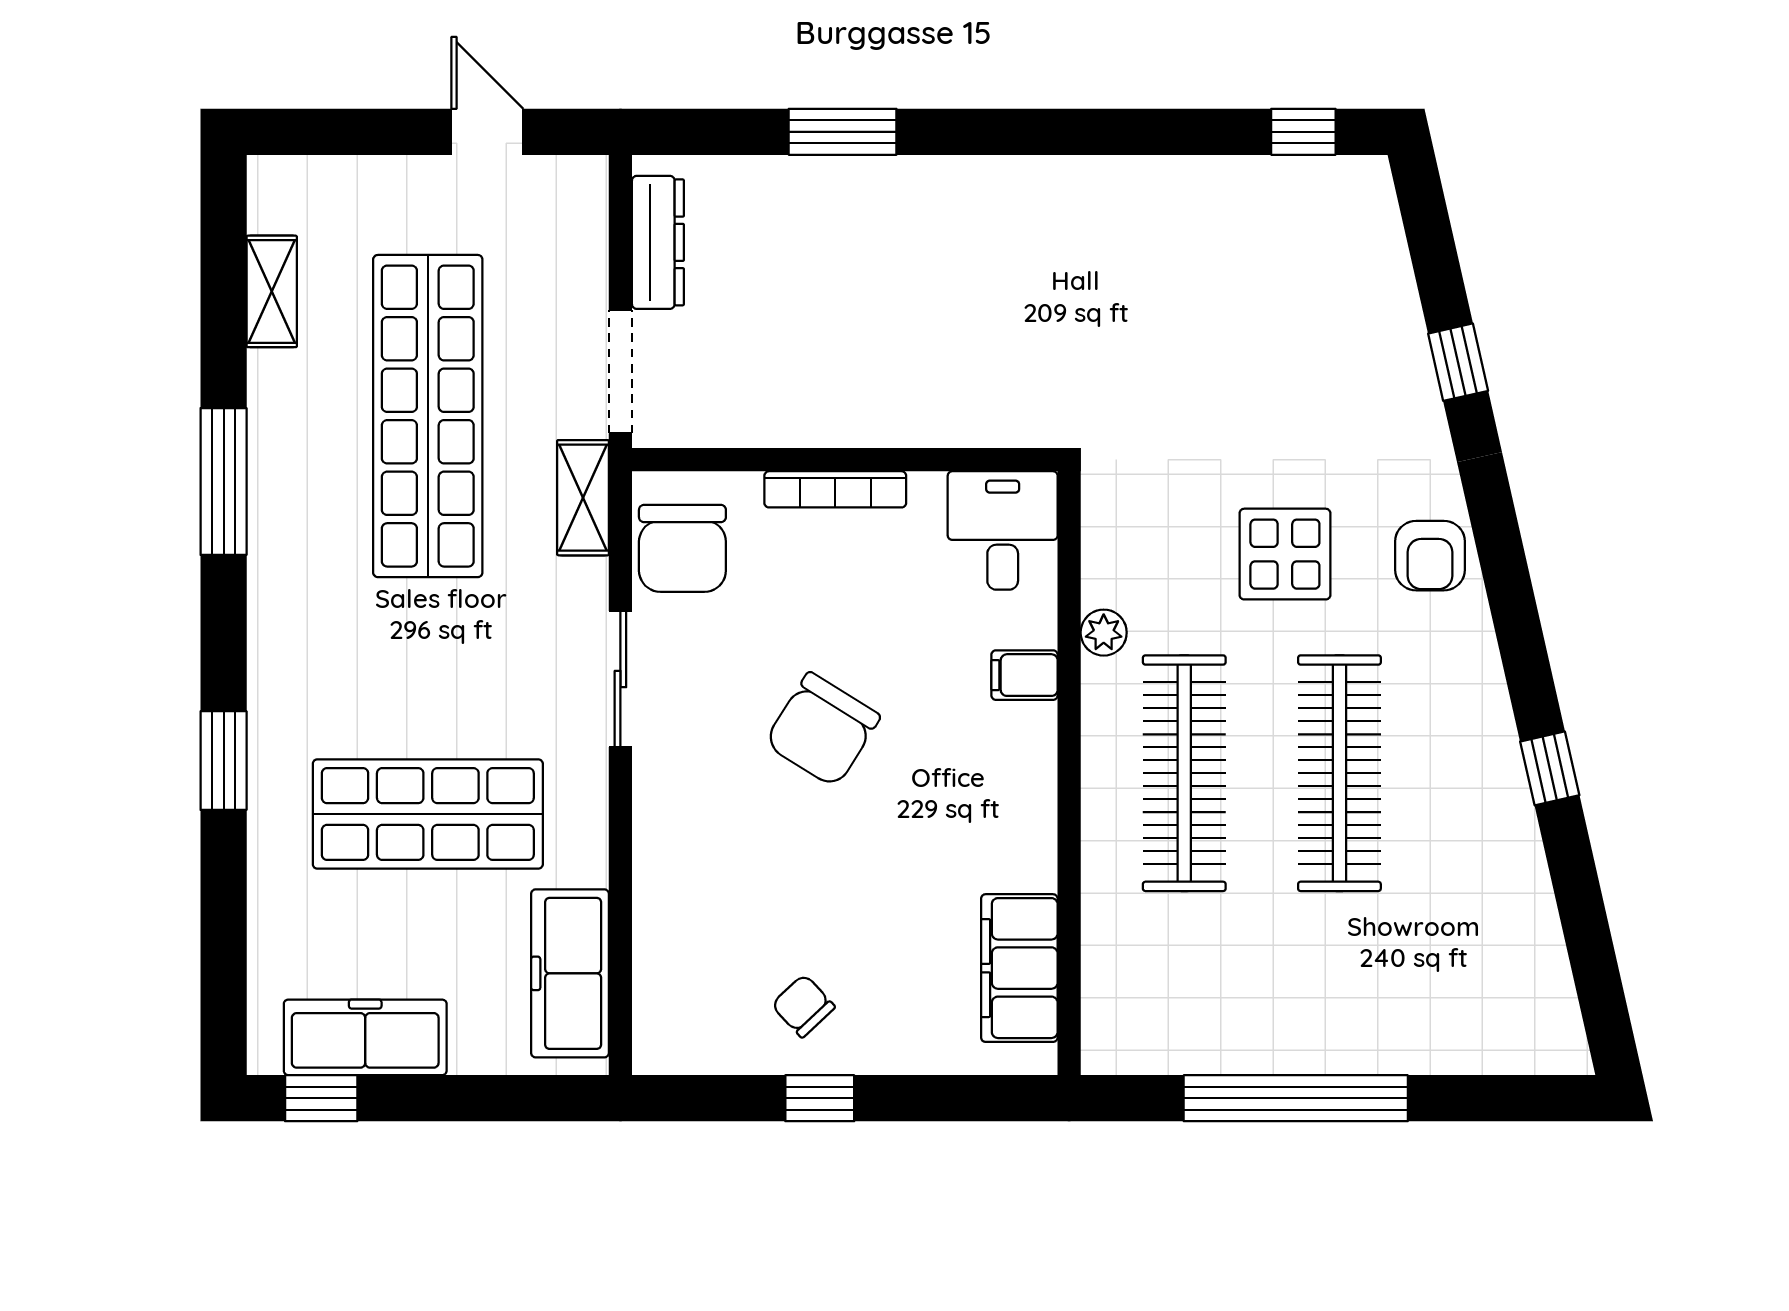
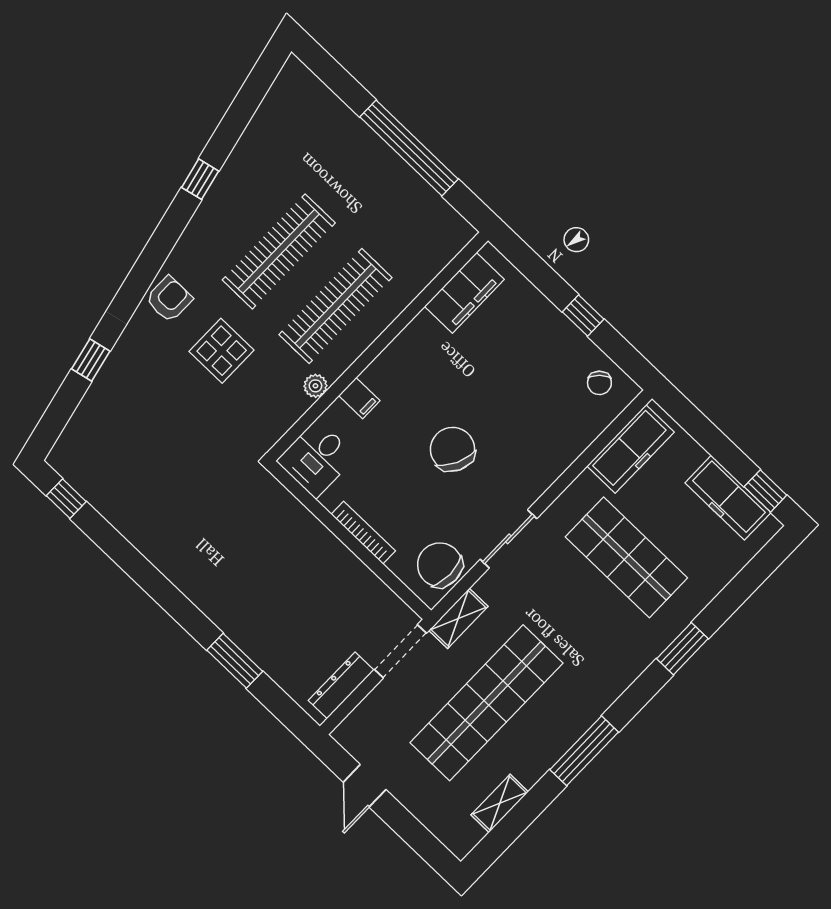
chair: (682, 548) -> (440, 565), turned -90
chair: (822, 730) -> (453, 449), turned -96
chair: (803, 1006) -> (599, 383), moved

